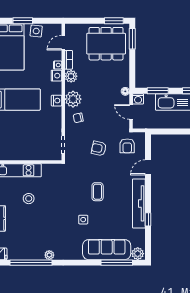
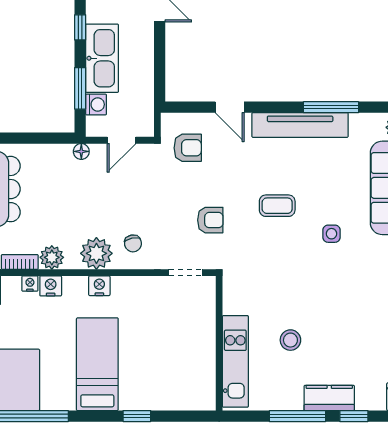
washing machine: (138, 99) -> (96, 104), moved
armchair: (99, 148) -> (210, 220), moved, turned -102
window: (148, 219) -> (331, 107), width x2.17

